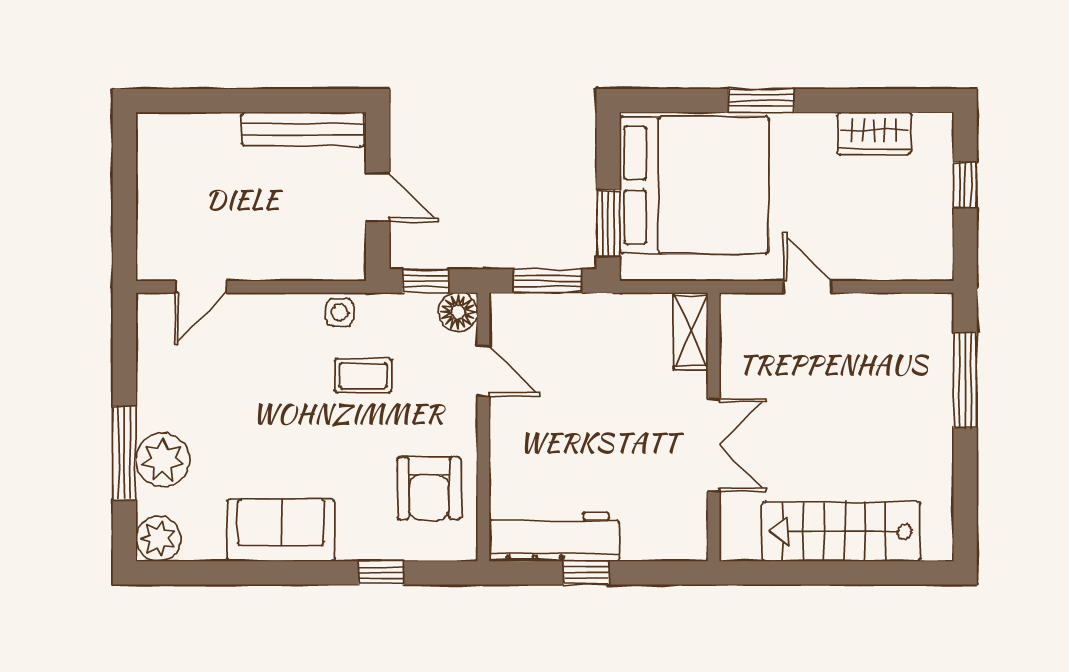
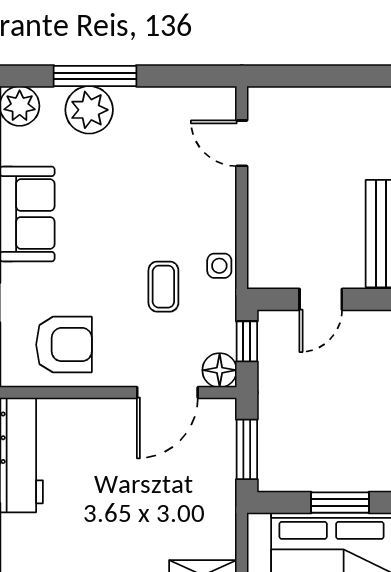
window: (608, 223) -> (340, 502), moved
door: (483, 371) -> (167, 392), width x1.38
armchair: (429, 488) -> (64, 345), turned 180

